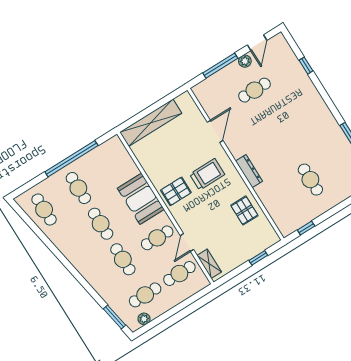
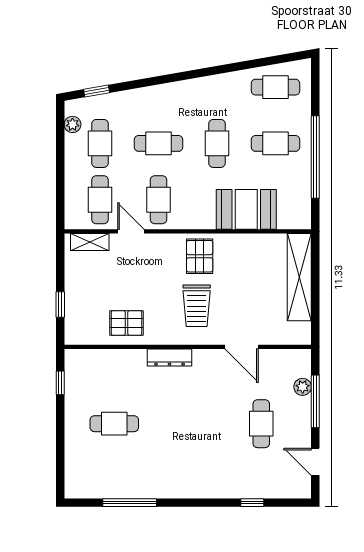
plant: (245, 61) -> (303, 387), moved
booth: (141, 199) -> (246, 209), moved
cafe table: (101, 224) -> (217, 143), turned 90
window: (115, 317) -> (97, 91), width x0.67

